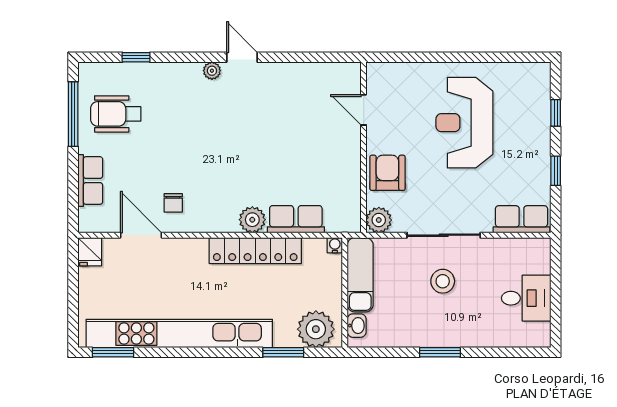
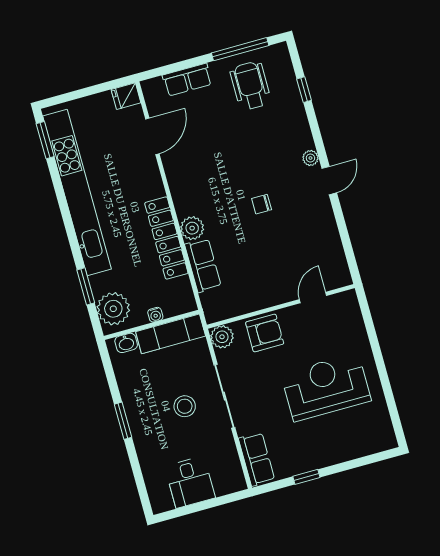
window: (556, 113) -> (356, 463), removed
chair: (173, 203) -> (262, 204), moved
water cooler: (335, 245) -> (155, 315), moved, turned 90

